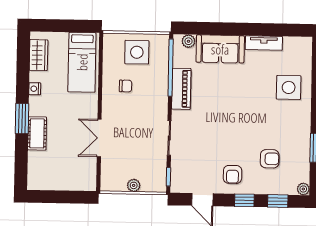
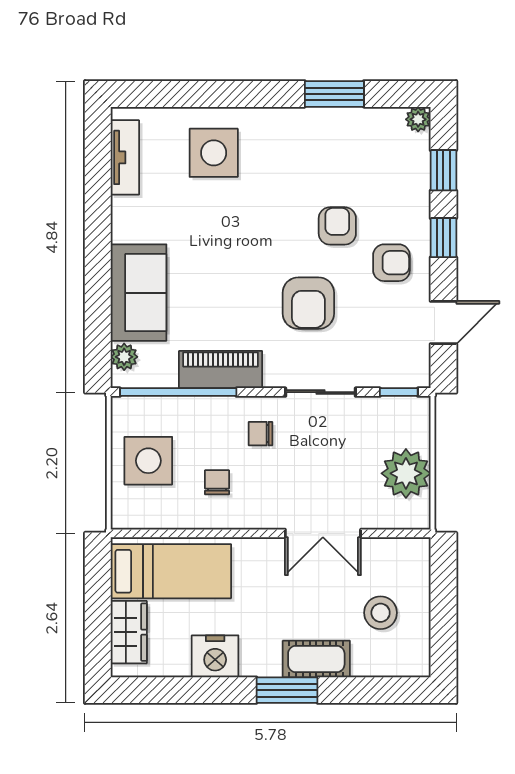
tv unit: (264, 43) -> (125, 157), moved
wardrobe: (39, 55) -> (129, 632), moved, turned 90
nightstand: (35, 89) -> (215, 656), width x1.89, depth x1.79
chair: (149, 108) -> (261, 434), added
armchair: (213, 133) -> (308, 303), added
armchair: (270, 159) -> (337, 226), moved
stool: (59, 166) -> (381, 613), added
plant: (134, 185) -> (406, 473), width x1.88, depth x1.88

